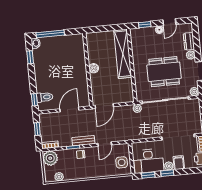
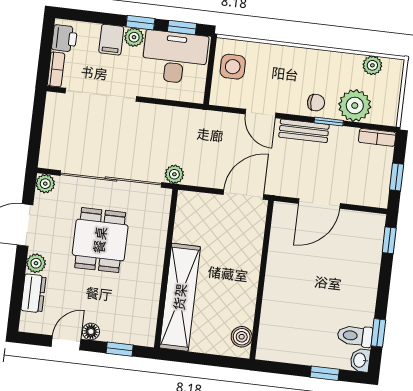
window: (50, 34) -> (325, 373), width x0.46
boiler: (94, 68) -> (242, 337), moved
dining table: (164, 72) -> (100, 240), width x0.73
toilet: (45, 97) -> (355, 336), moved
door: (105, 144) -> (260, 113), swing flipped
plant: (50, 158) -> (355, 106), moved

